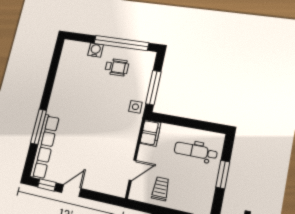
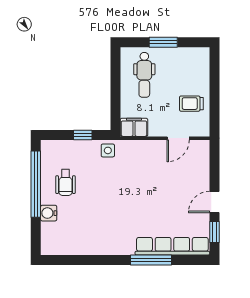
wheelchair: (117, 67) -> (66, 183), turned 180
window: (153, 88) -> (83, 135), width x0.46
door: (133, 170) -> (178, 138), swing flipped
door: (71, 191) -> (214, 202), hinge flipped

